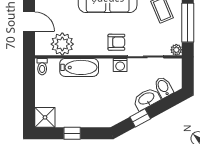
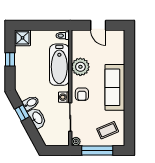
door: (29, 22) -> (98, 25), hinge flipped
plant: (62, 44) -> (80, 67), moved
bathtub: (79, 67) -> (59, 65), width x1.36, depth x1.36
bidet: (164, 87) -> (31, 103), moved

